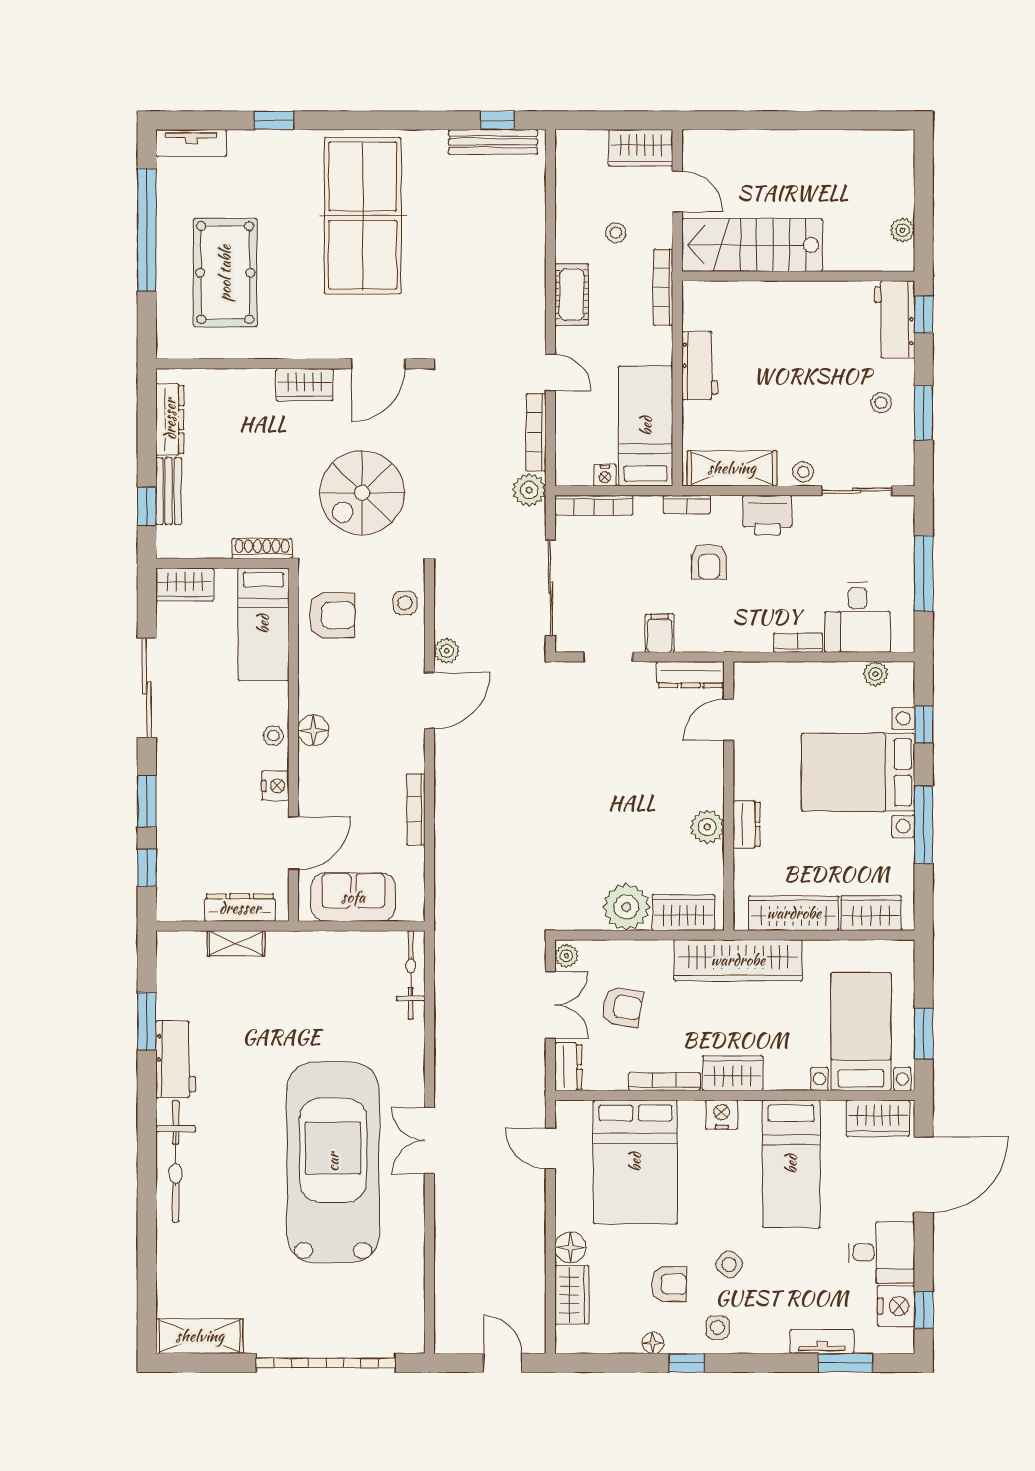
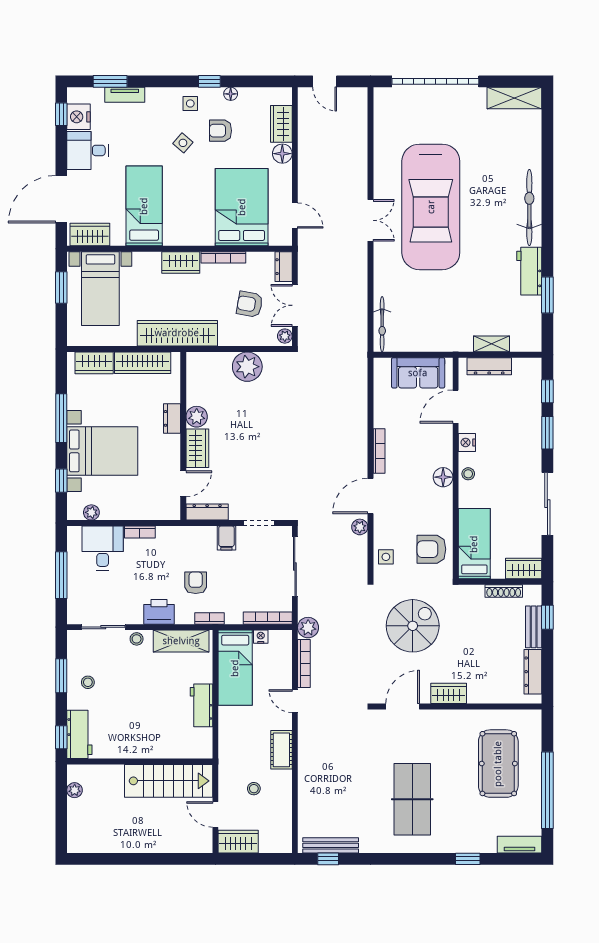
table tennis table: (363, 216) -> (412, 799), width x0.73, depth x0.76
bookcase: (663, 287) -> (224, 754), removed
shoe rack: (262, 549) -> (504, 591), moved
bookcase: (416, 810) -> (379, 451), moved
wardrobe: (683, 912) -> (197, 448), moved, turned -90
nightstand: (722, 1115) -> (188, 237), removed

